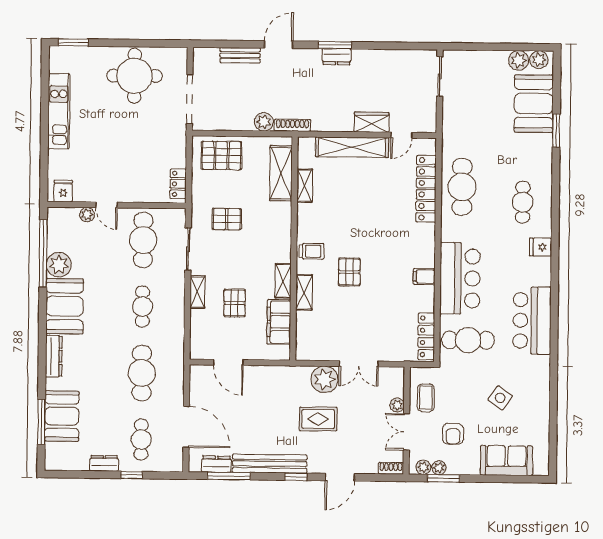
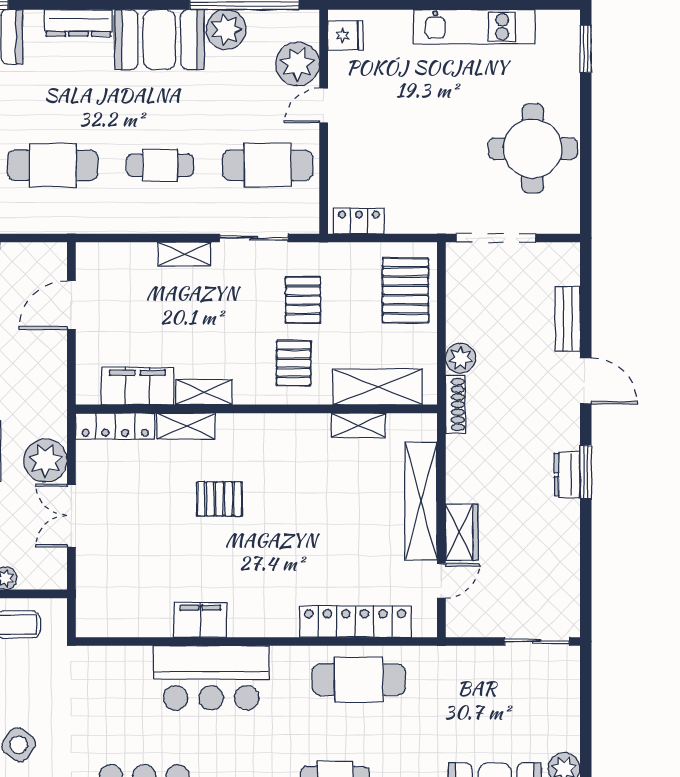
door: (401, 135) -> (441, 581), swing flipped
plant: (87, 215) -> (297, 64), width x1.88, depth x1.88
trolley: (311, 251) -> (252, 437), removed
filing cabinet: (424, 276) -> (200, 620), width x2.00
pallet: (235, 303) -> (294, 363), moved, turned 90
locker: (426, 336) -> (115, 426), moved, turned 180
cafe table: (468, 340) -> (111, 692), removed

